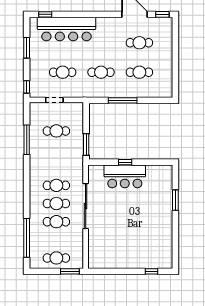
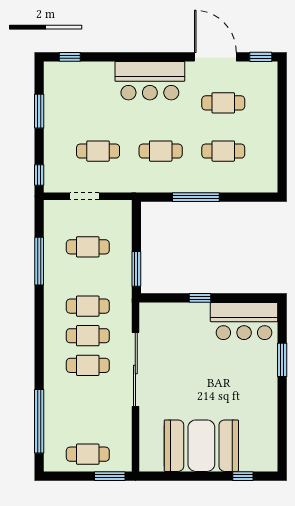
bar counter: (66, 29) -> (150, 81), moved, width x0.73
bar counter: (125, 176) -> (244, 321), moved
cafe table: (56, 222) -> (88, 306), moved
booth: (126, 253) -> (201, 446), added

